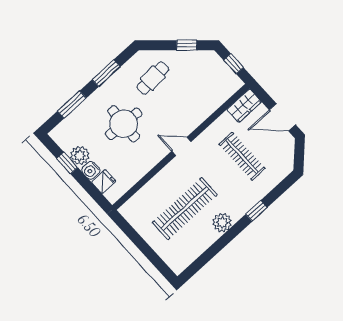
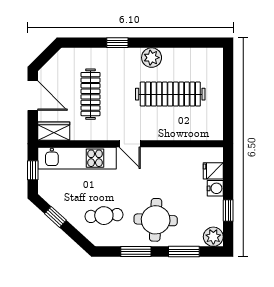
kitchen unit: (210, 101) -> (77, 158), added
round table: (124, 124) -> (156, 220), moved
plant: (80, 156) -> (213, 237), moved

